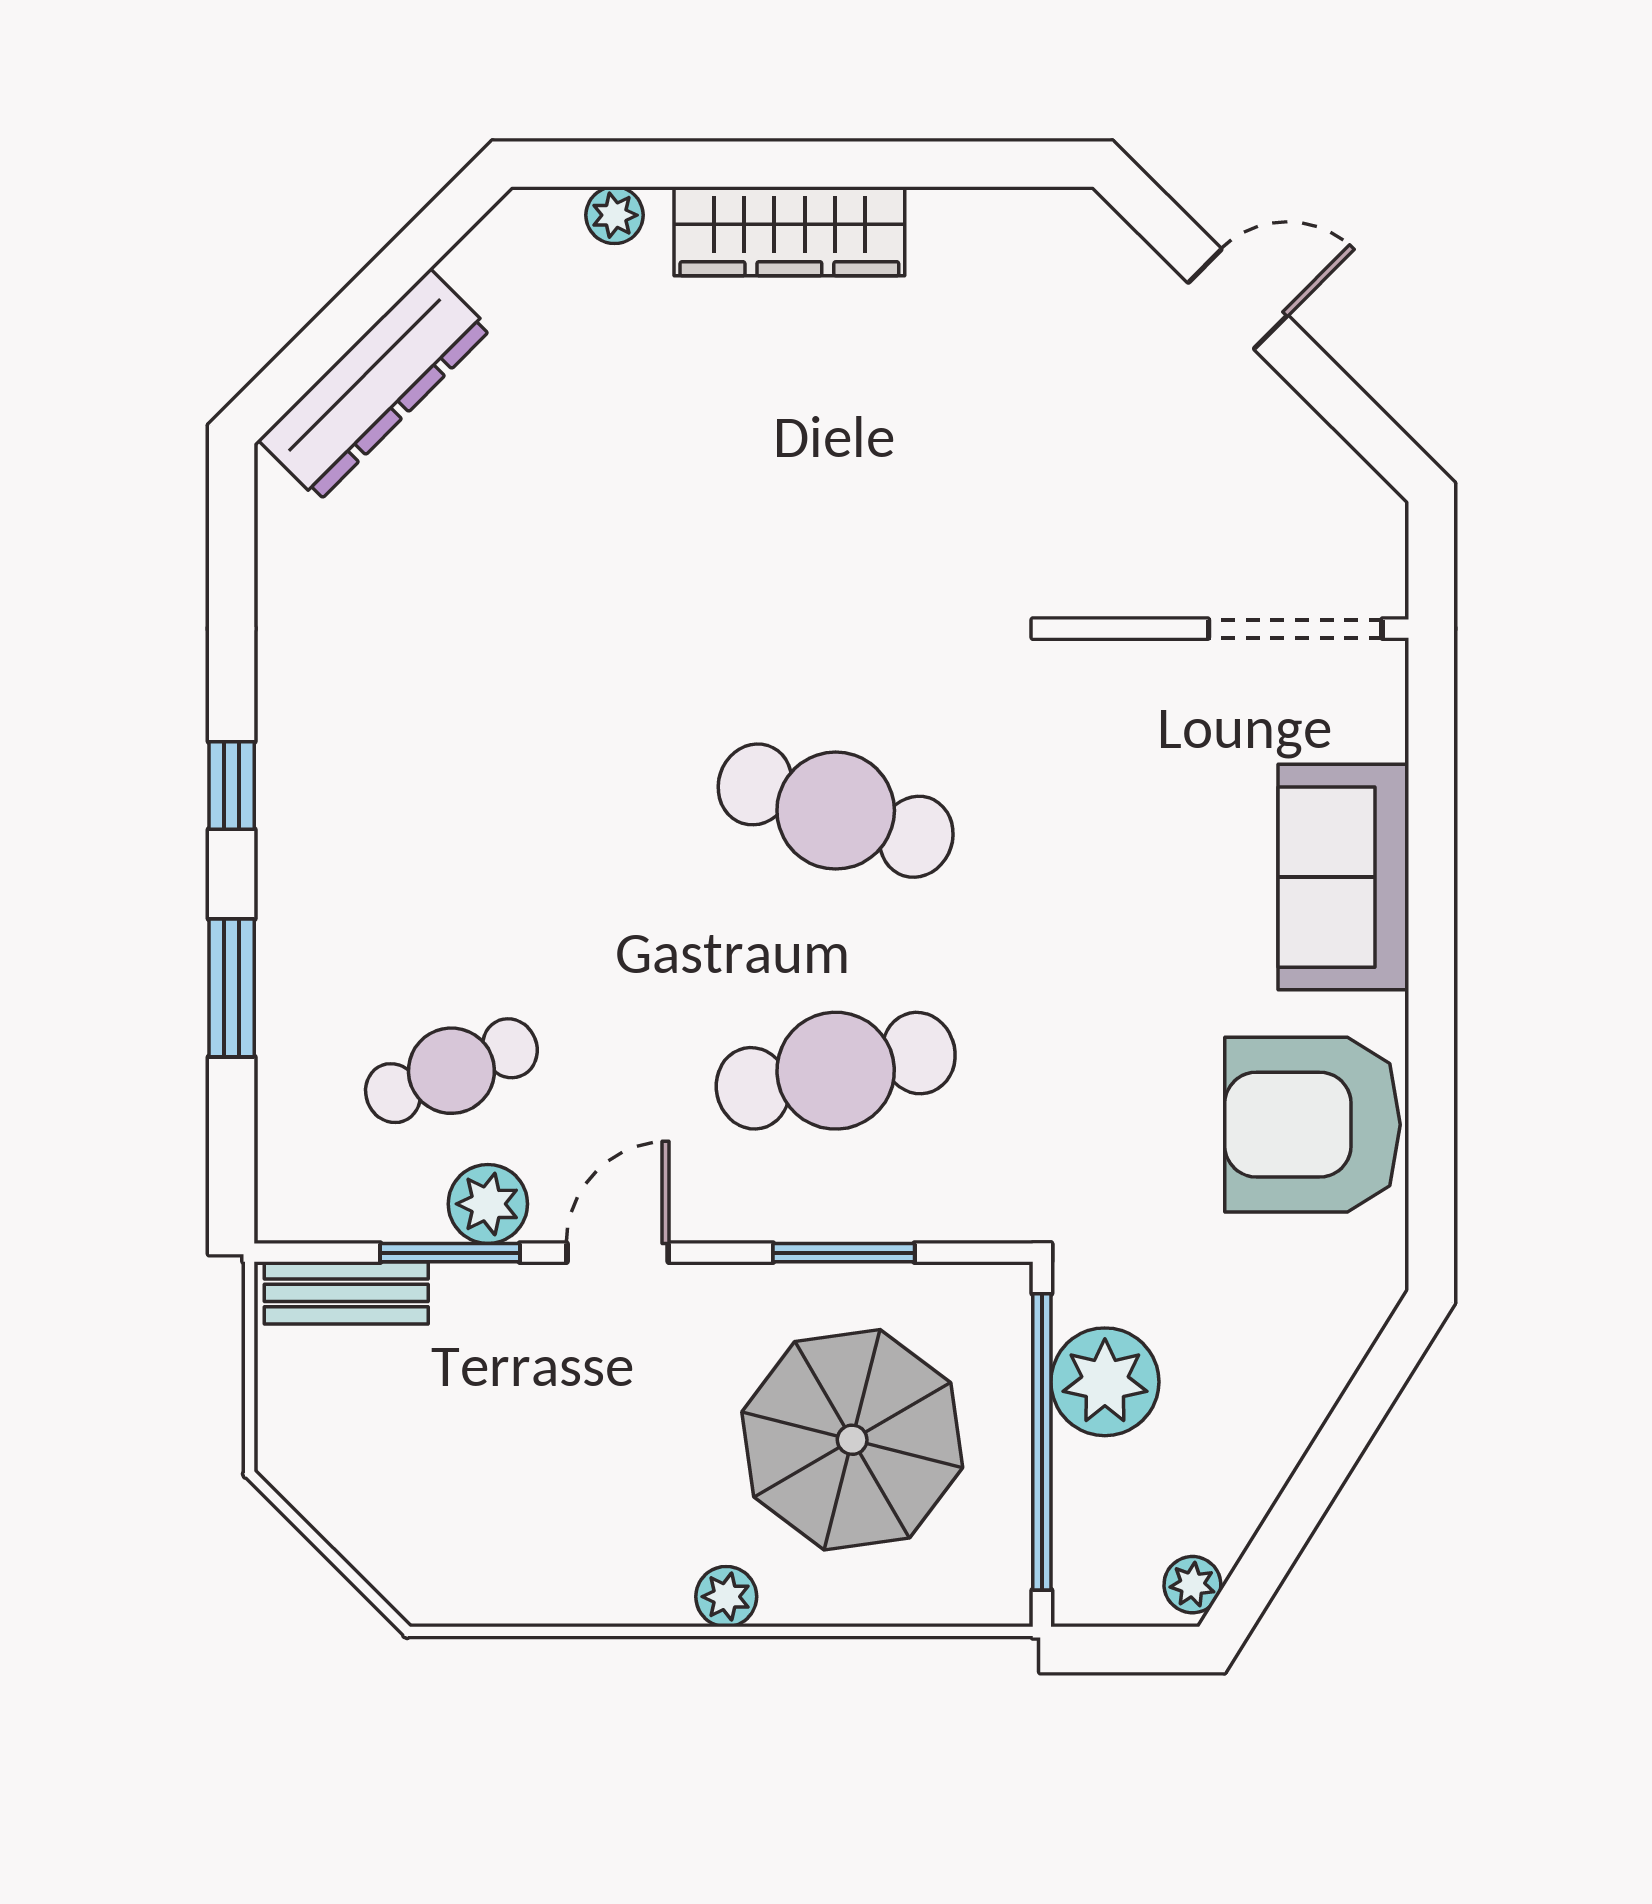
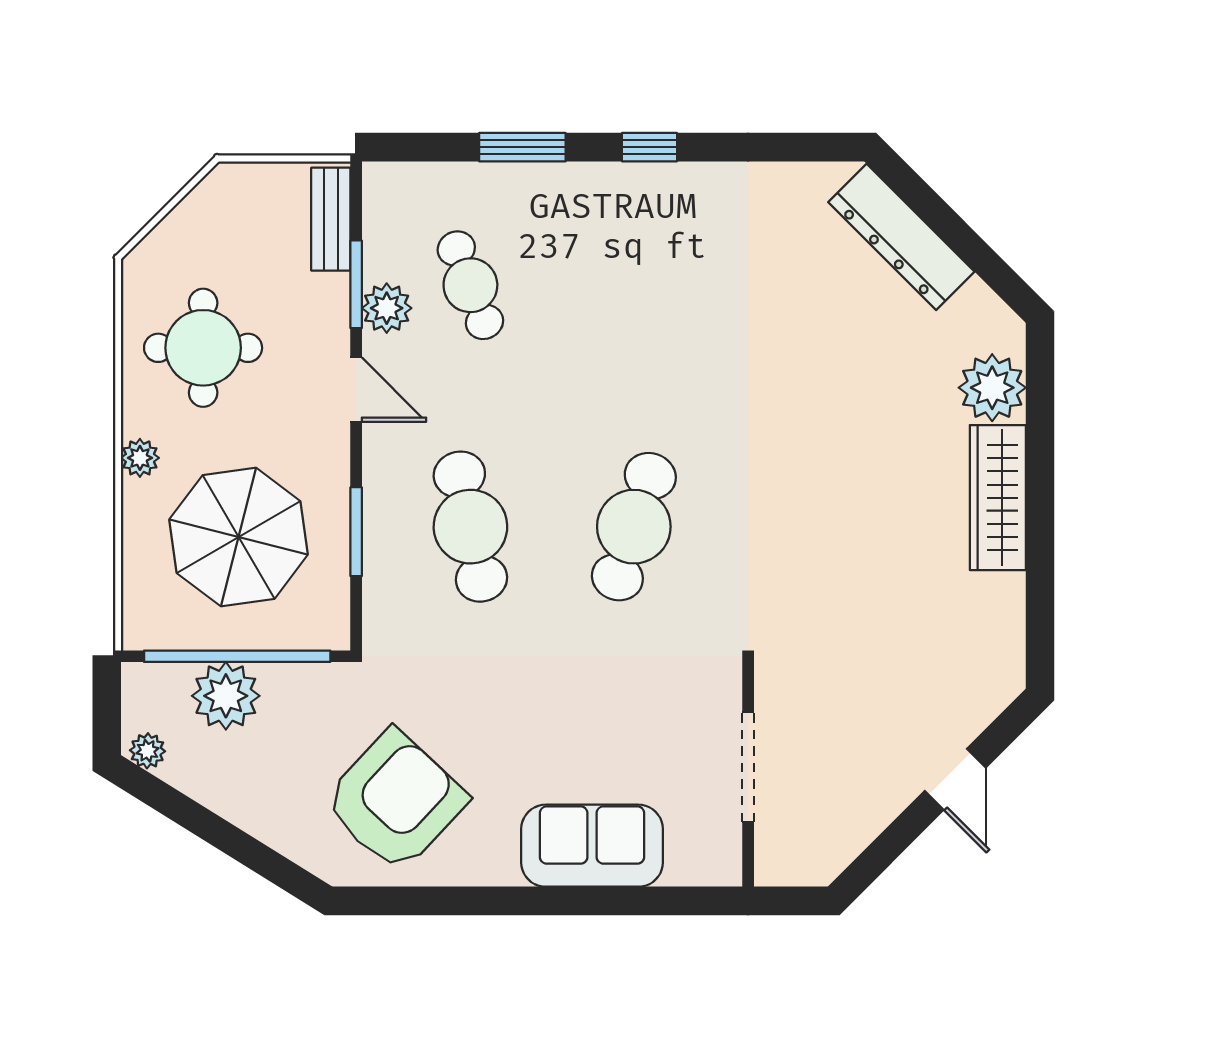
plant: (615, 215) -> (992, 388), width x1.88, depth x1.88
doorway: (1295, 629) -> (748, 767), moved
armchair: (1312, 1125) -> (395, 801), moved, turned 43
plant: (1105, 1382) -> (226, 696), moved
round table: (551, 1496) -> (203, 348), added

